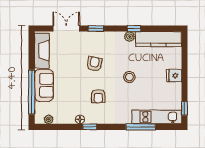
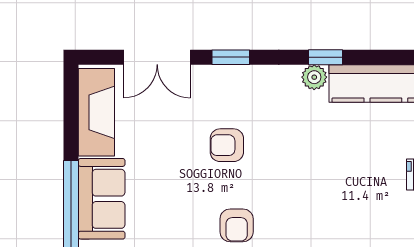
double door: (66, 28) -> (157, 57), swing flipped
armchair: (94, 64) -> (227, 145), turned -101
stool: (129, 77) -> (314, 178), removed

